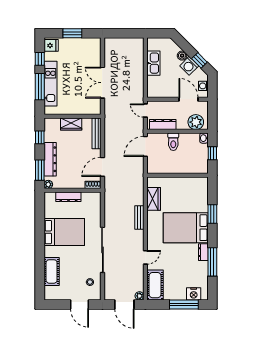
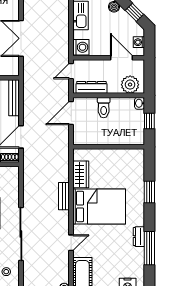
washing machine: (189, 66) -> (81, 47), moved, turned -135
door: (145, 111) -> (71, 71), hinge flipped
bed: (186, 228) -> (99, 207), moved, turned 180

